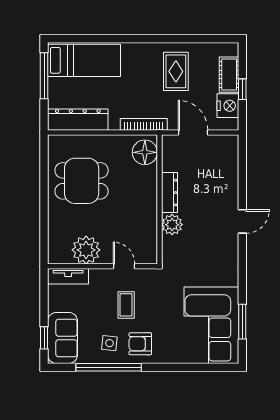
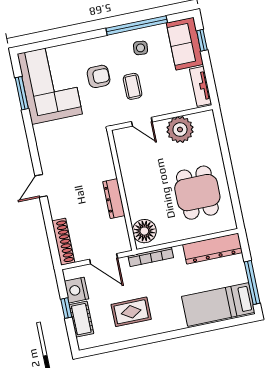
rug: (176, 71) -> (131, 312), turned 90
shoe rack: (231, 159) -> (63, 242), added
dining table: (82, 181) -> (197, 193), turned 90
plant: (172, 225) -> (105, 170), removed
tv unit: (68, 276) -> (201, 86), moved, turned -90
armchair: (140, 344) -> (99, 76), moved

